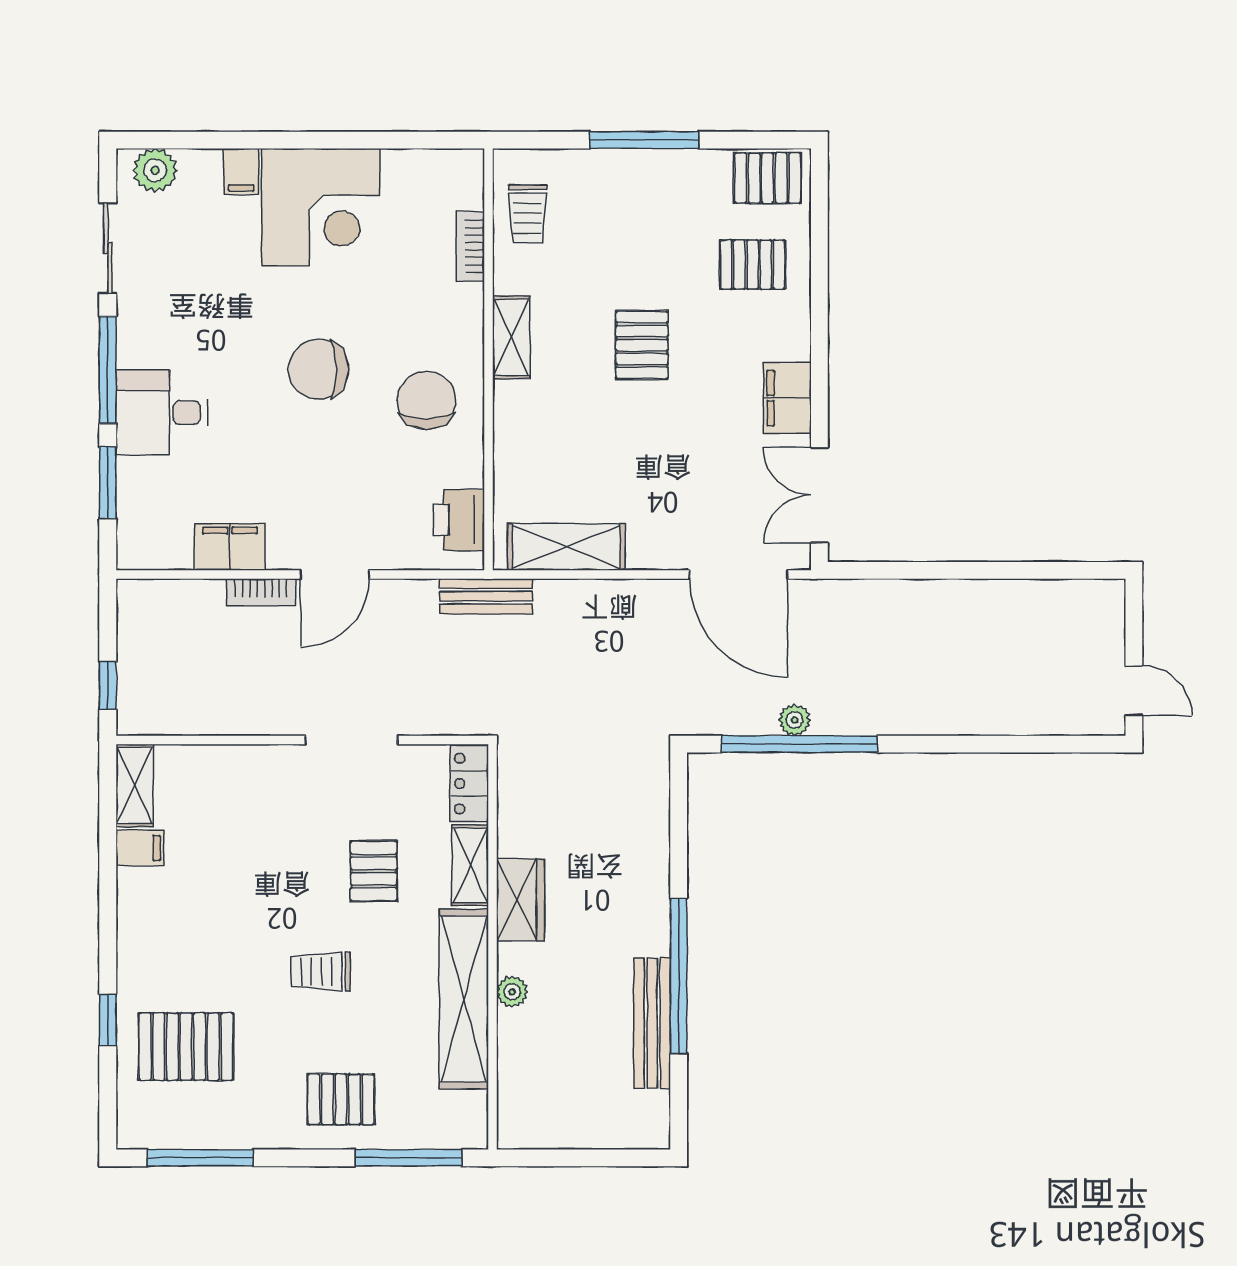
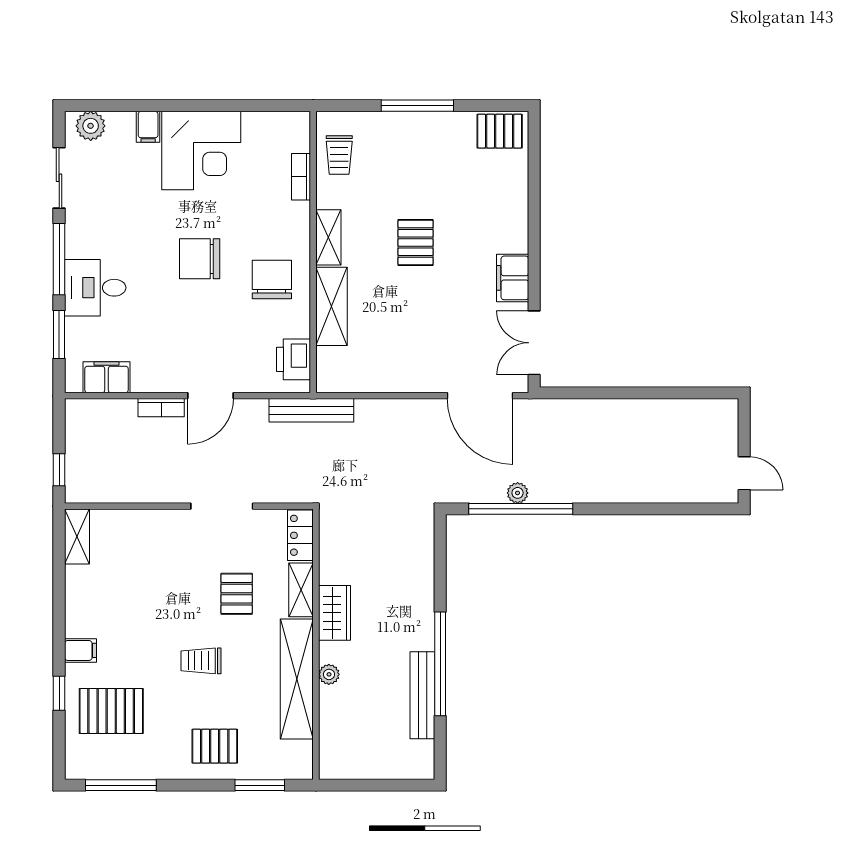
pallet: (753, 265) -> (490, 189), removed
filing cabinet: (230, 547) -> (107, 377), moved
shelving: (566, 547) -> (332, 306), moved, turned 90
bench: (486, 596) -> (311, 410), width x1.36
filing cabinet: (140, 848) -> (80, 650), moved
window: (408, 1158) -> (260, 785), width x0.69

